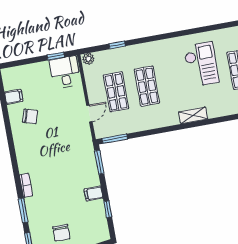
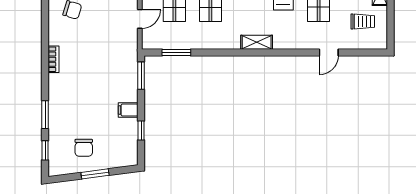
window: (115, 139) -> (176, 52), moved
bookcase: (26, 185) -> (53, 59), moved

